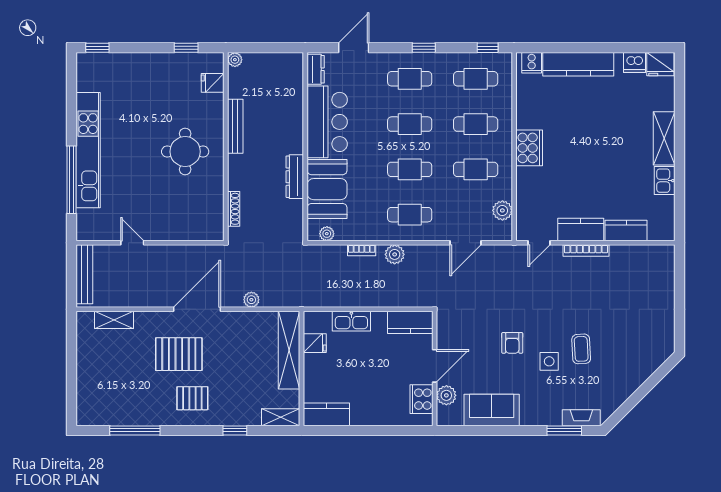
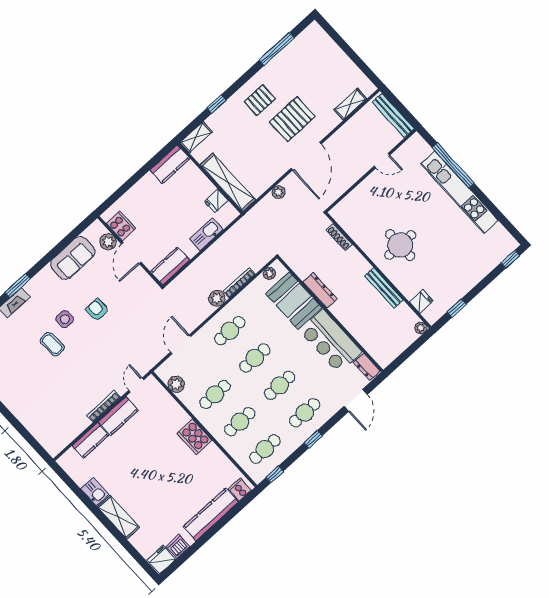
bookcase: (362, 250) -> (239, 283), width x1.56

